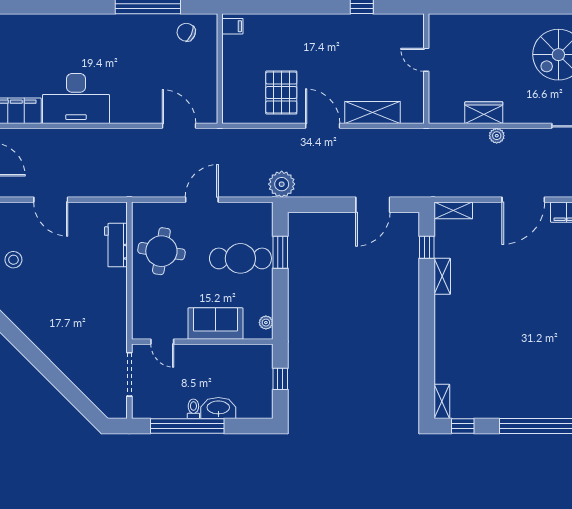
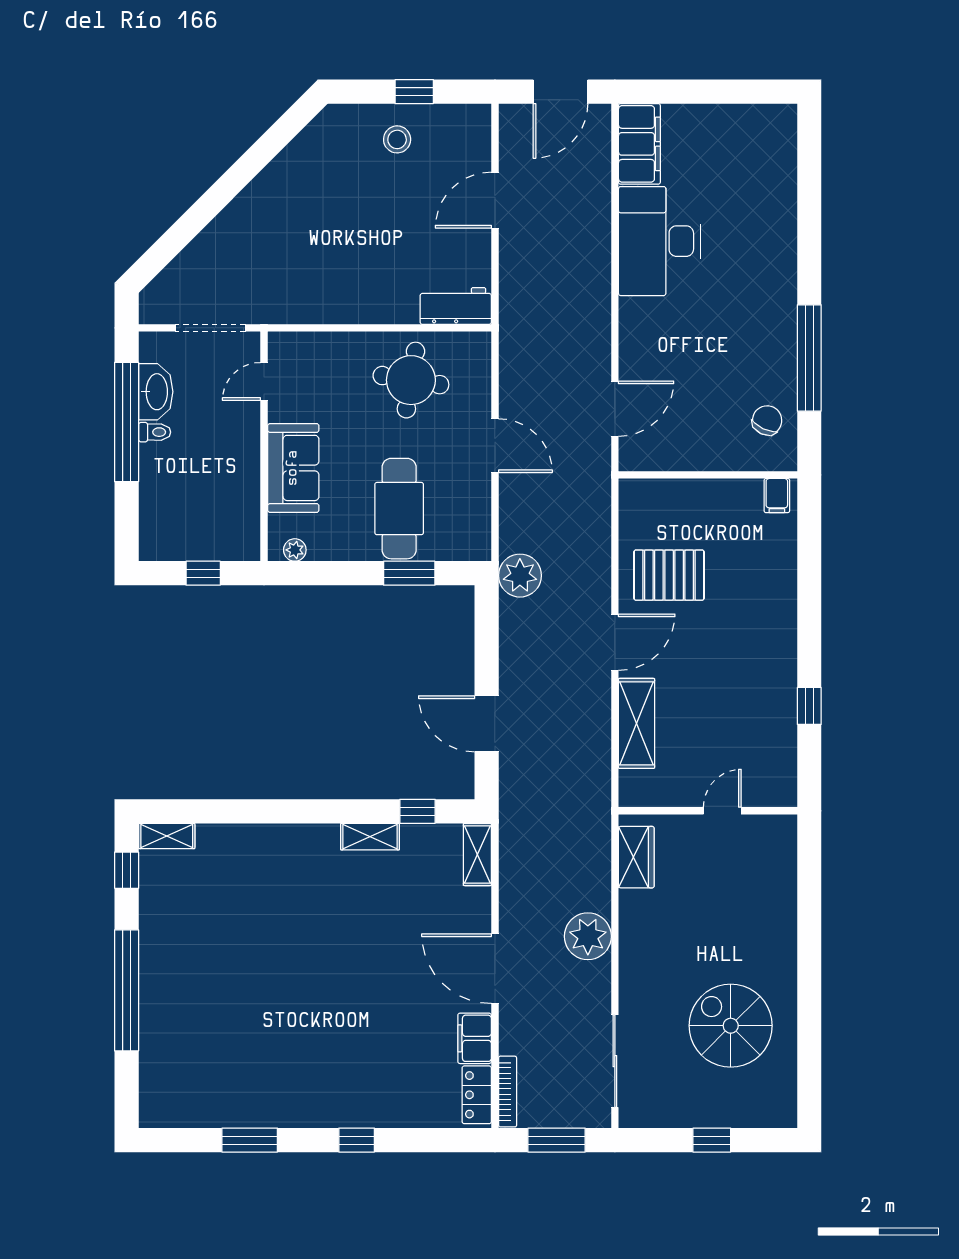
wardrobe: (484, 113) -> (636, 857), moved
plant: (497, 136) -> (588, 936), width x1.88, depth x1.88
workbench: (116, 245) -> (456, 306), moved
washbasin: (218, 408) -> (156, 392), moved

